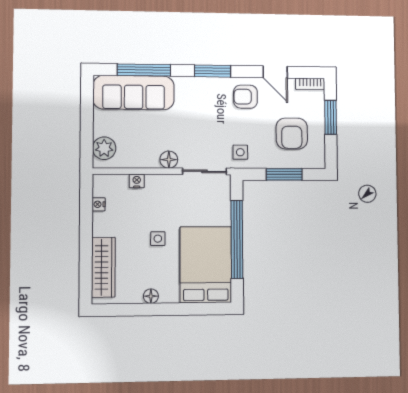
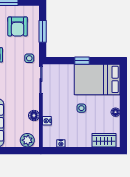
armchair: (292, 134) -> (18, 26), turned 90
floor lamp: (169, 160) -> (34, 116), moved
window: (237, 239) -> (82, 61), width x0.32
wardrobe: (103, 267) -> (104, 140), width x0.67

